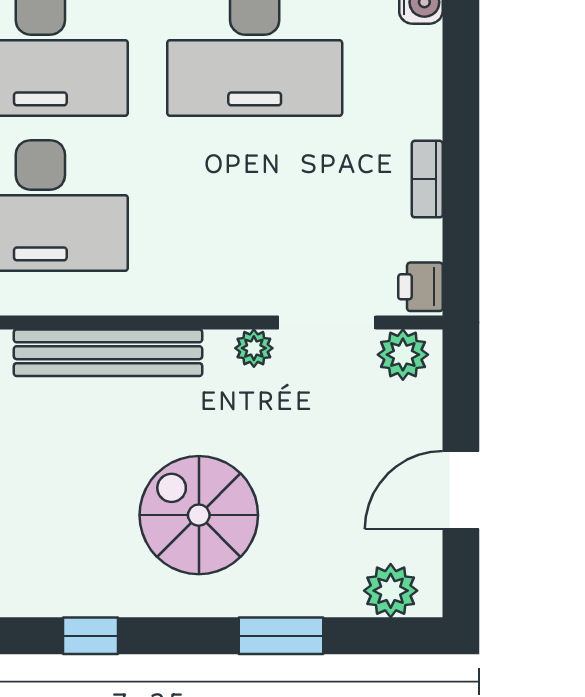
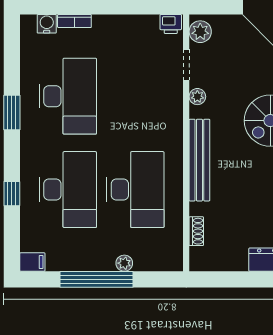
bookcase: (427, 179) -> (74, 21), moved
doorway: (327, 322) -> (186, 65), width x0.73

